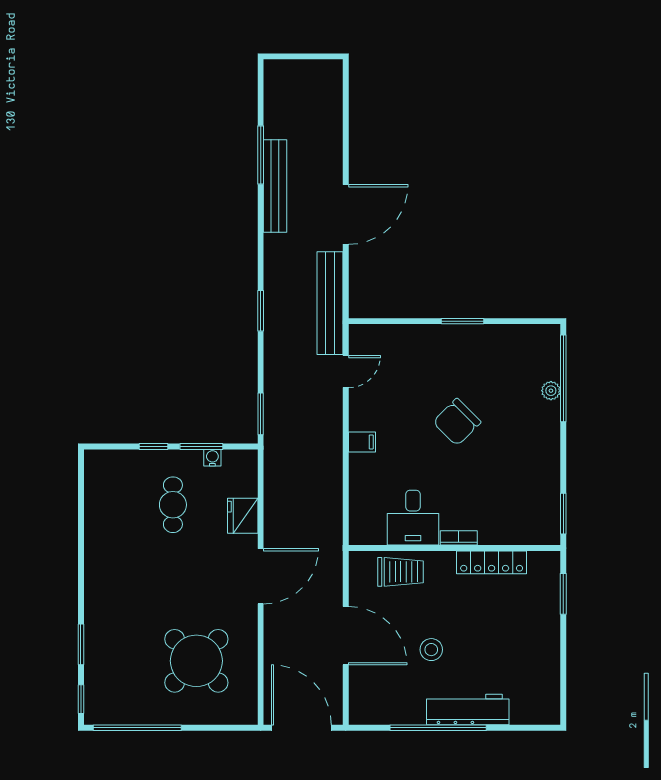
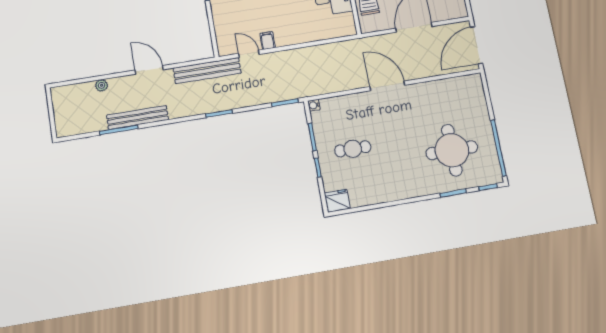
plant: (333, 138) -> (102, 85), added
door: (346, 214) -> (149, 70), width x0.73
filing cabinet: (362, 442) -> (268, 41), moved
water cooler: (212, 458) -> (314, 105), moved
fridge: (243, 516) -> (337, 201), moved, turned 180
round table: (196, 661) -> (452, 150), moved, turned 45

